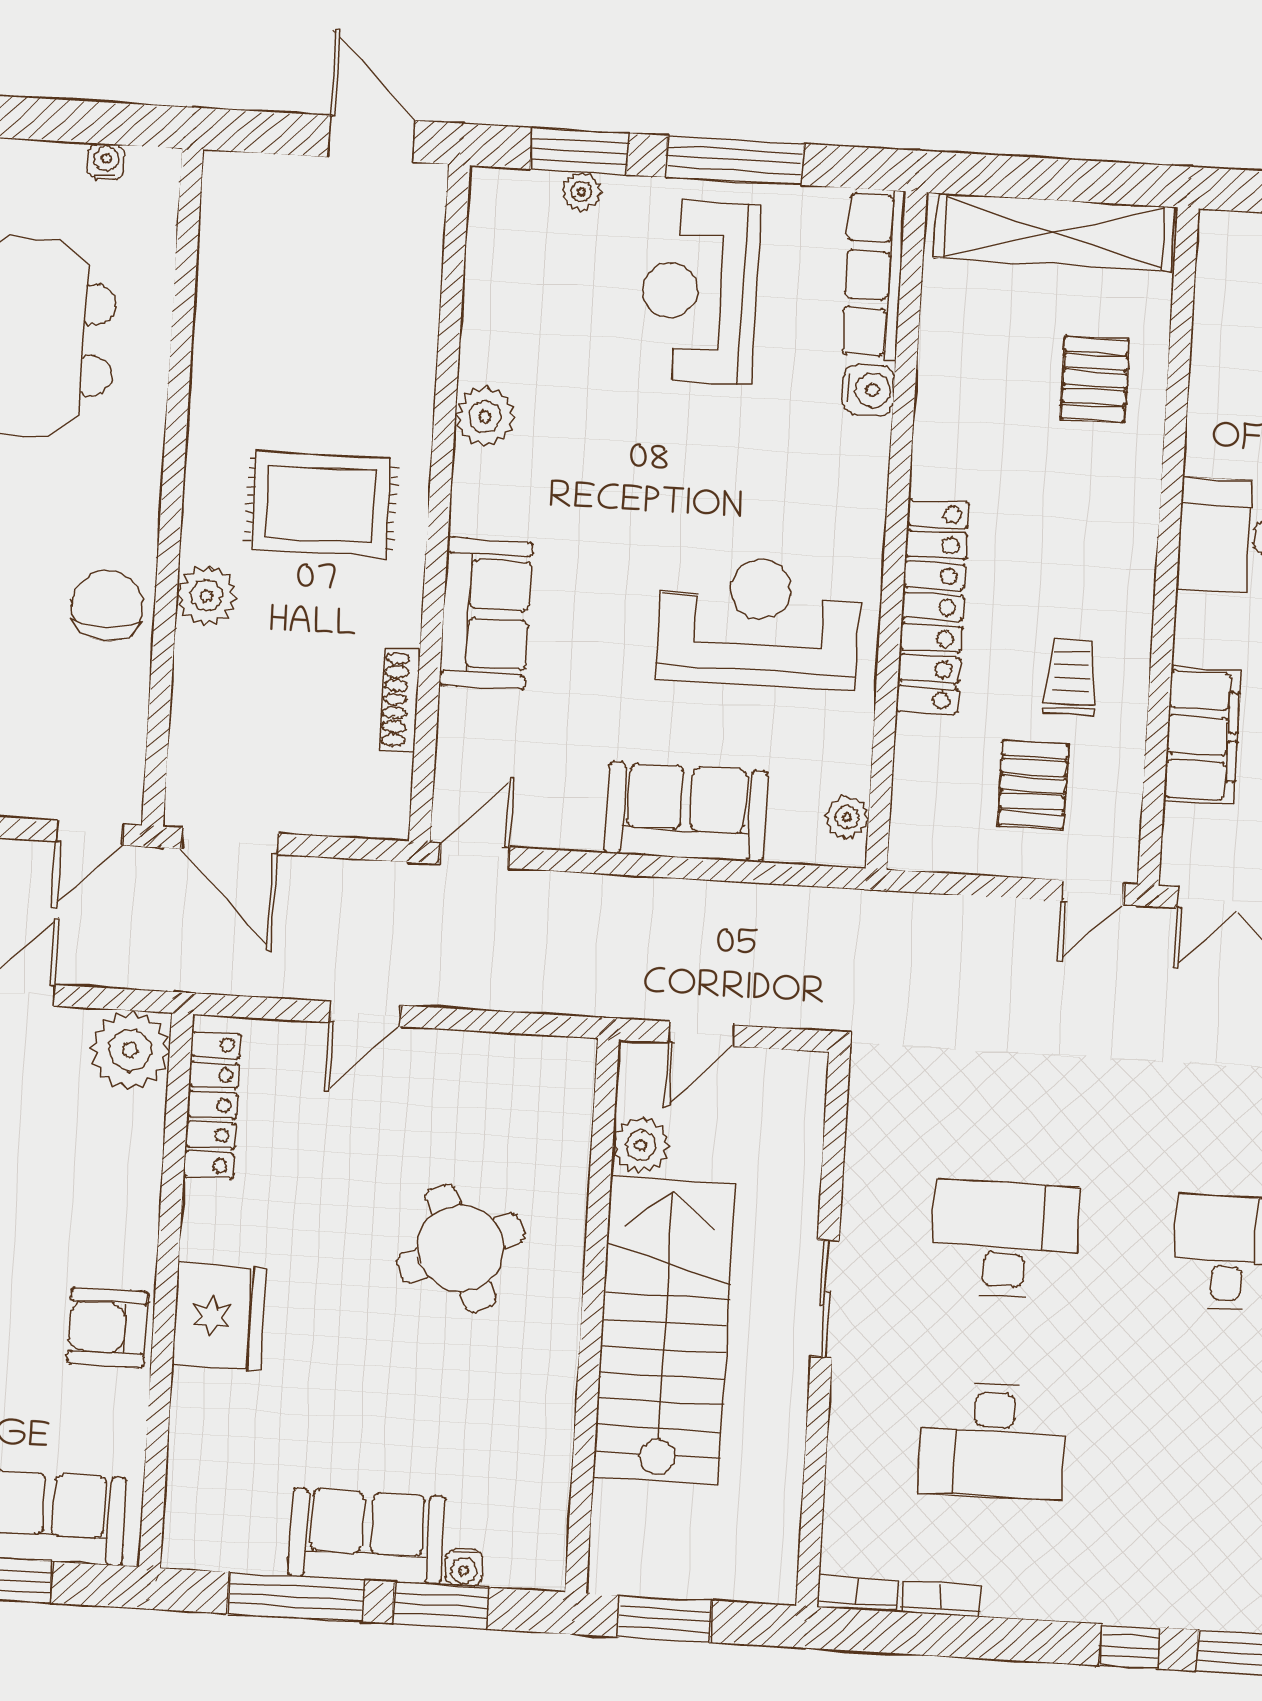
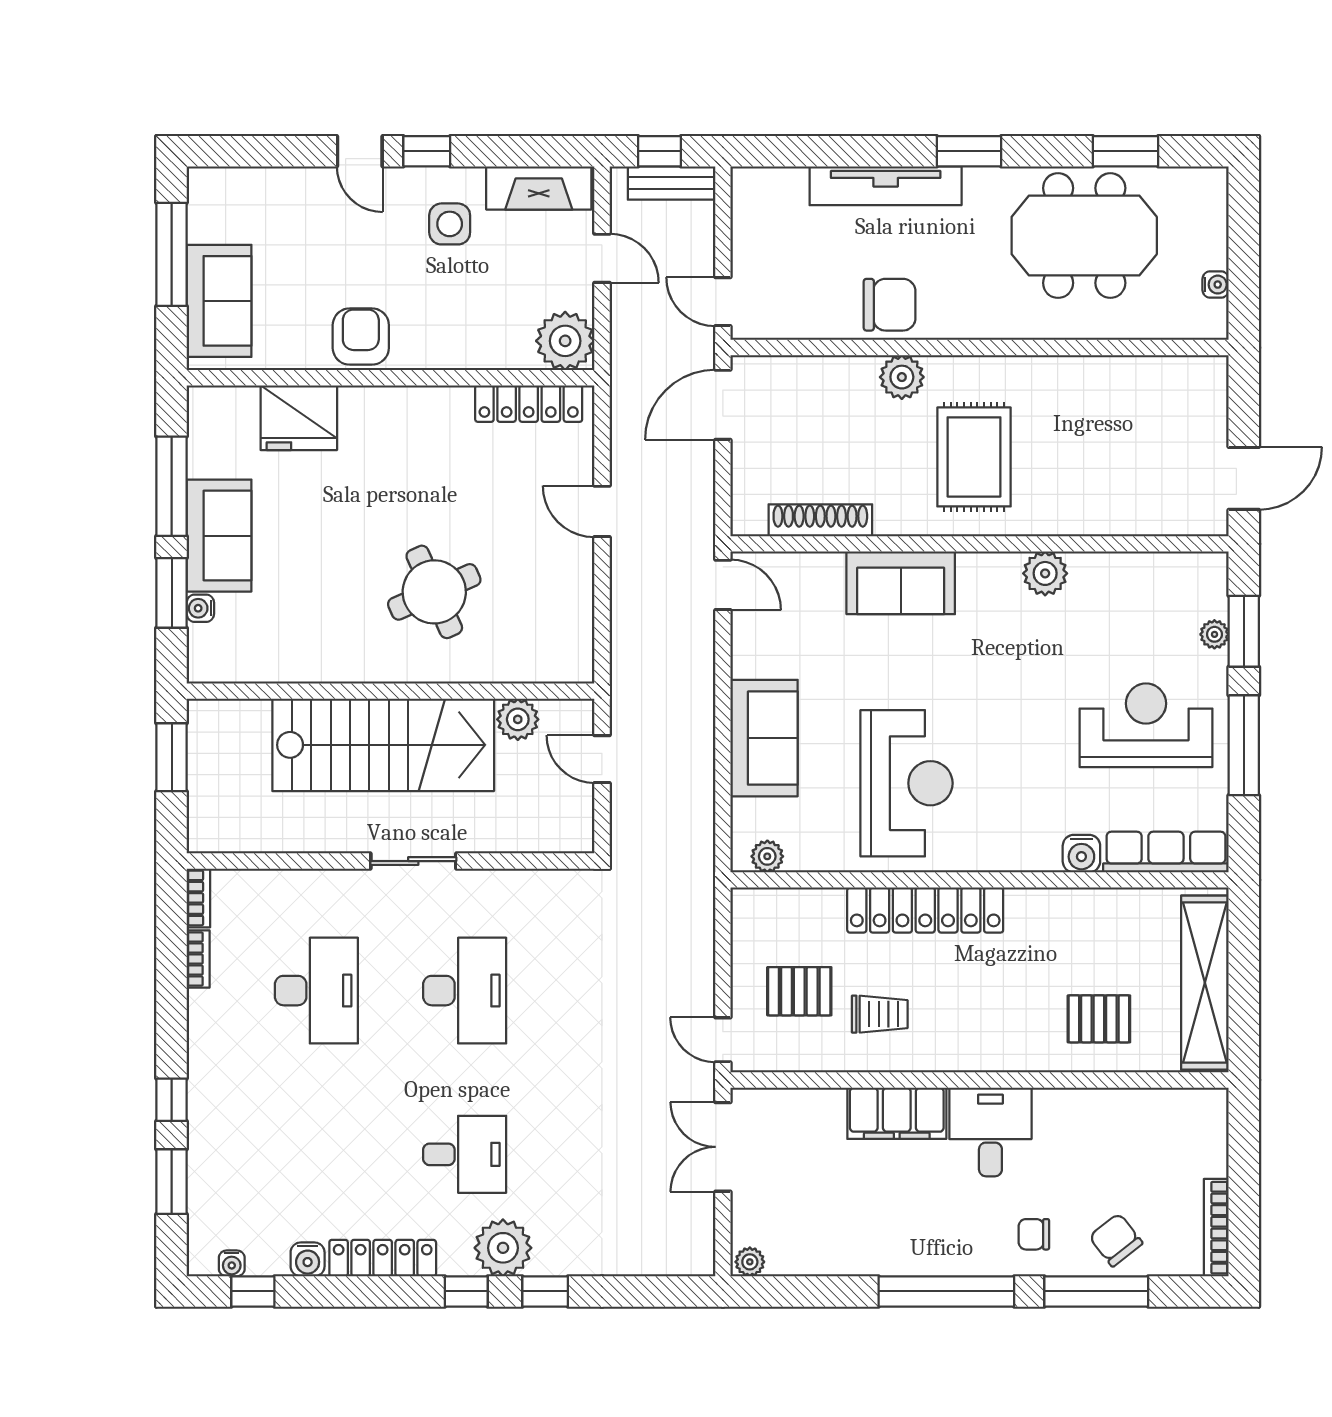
shoe rack: (400, 699) -> (820, 520), width x1.36, depth x1.24
filing cabinet: (1202, 735) -> (897, 1113), moved
fridge: (219, 1316) -> (299, 418), moved
desk: (993, 1441) -> (316, 991), turned 180

